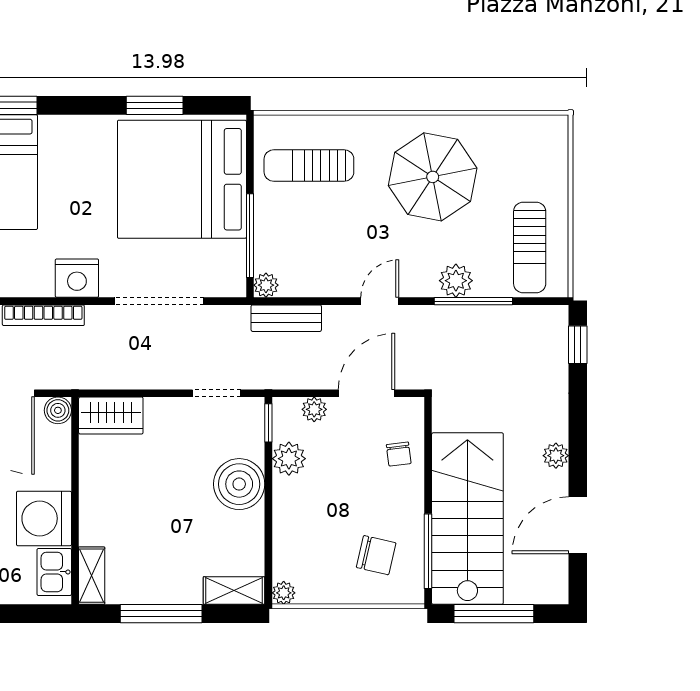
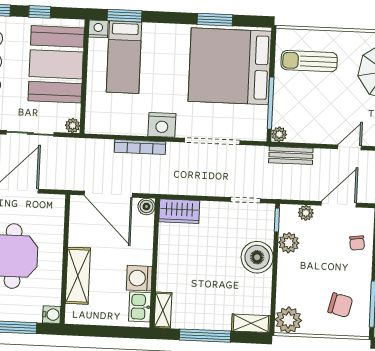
washing machine: (44, 518) -> (139, 278), width x0.73, depth x0.73
plant: (284, 593) -> (288, 320), width x1.87, depth x1.87

